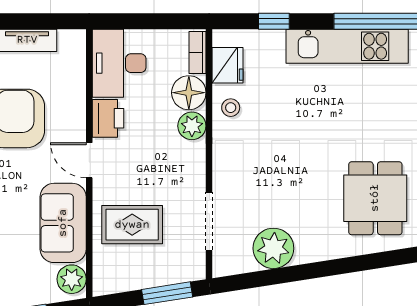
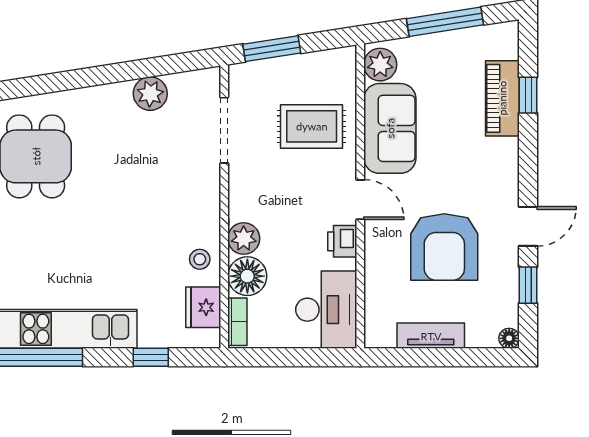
printer: (108, 118) -> (342, 241), width x0.73, depth x0.81
plant: (273, 248) -> (150, 94), width x0.73, depth x0.73

